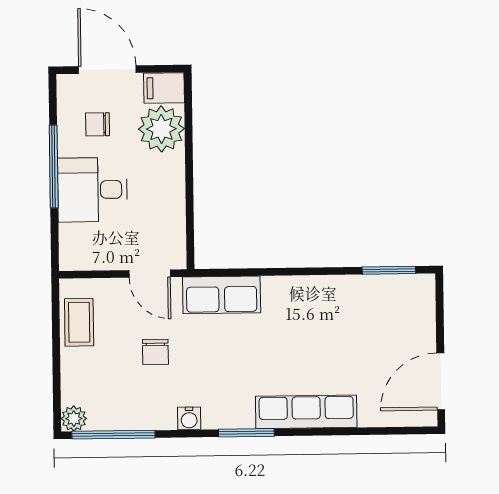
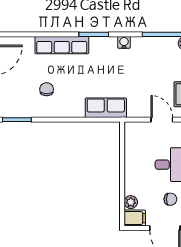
plant: (161, 129) -> (131, 202), width x0.53, depth x0.53
door: (150, 274) -> (162, 120), moved
chair: (155, 352) -> (47, 89), moved

